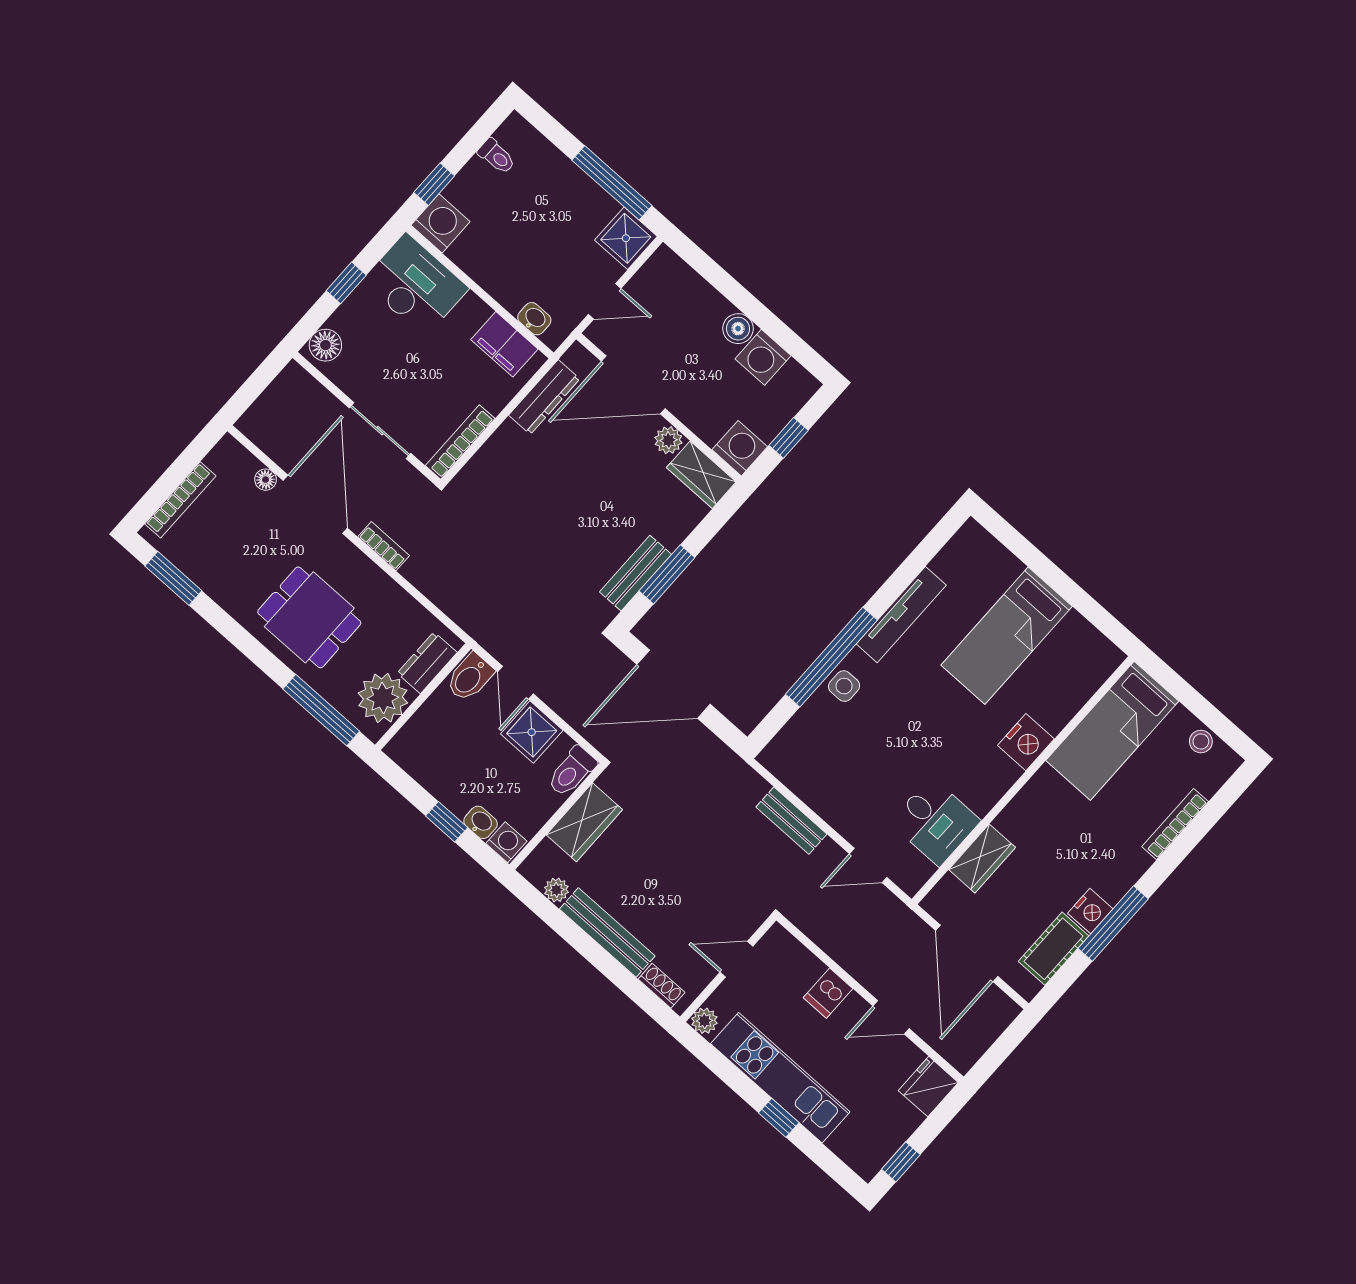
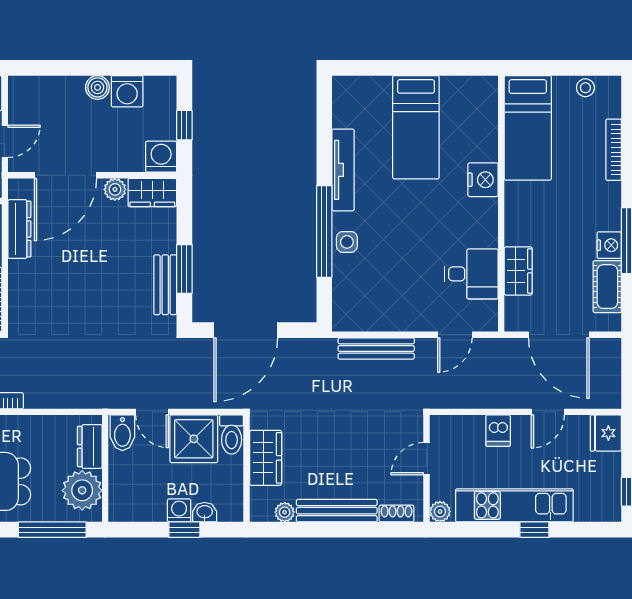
shower: (532, 732) -> (194, 439), width x1.36, depth x1.36
bench: (791, 821) -> (376, 349), width x1.36
washing machine: (506, 842) -> (179, 510), moved

